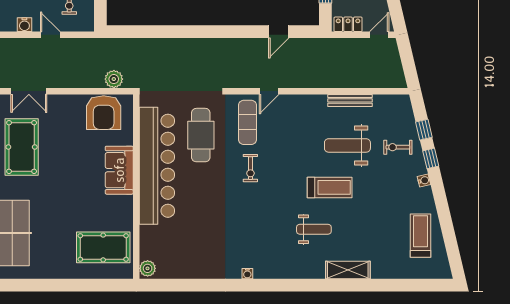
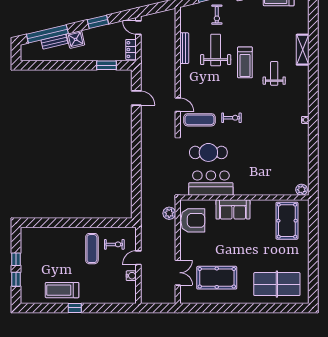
weight bench: (347, 145) -> (216, 50), turned 180
bar counter: (157, 166) -> (211, 183), width x0.54
treadmill: (330, 187) -> (245, 62), turned 180

